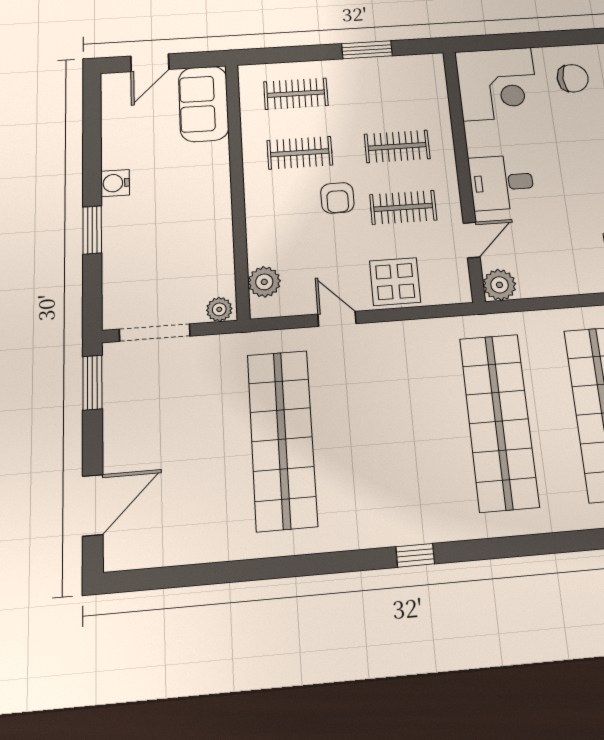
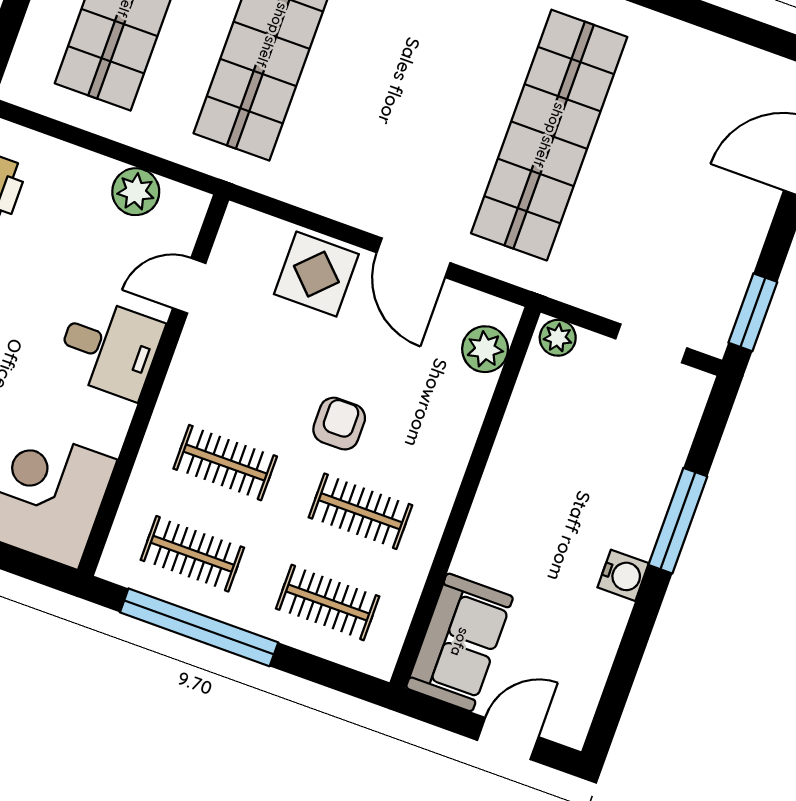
window: (367, 50) -> (199, 627), width x2.11
clothes rail: (403, 207) -> (192, 554), moved
window: (92, 230) -> (678, 521), width x1.44
plant: (500, 285) -> (136, 192), moved
door: (337, 319) -> (414, 258), width x1.38
doorway: (155, 333) -> (651, 343), width x0.73

